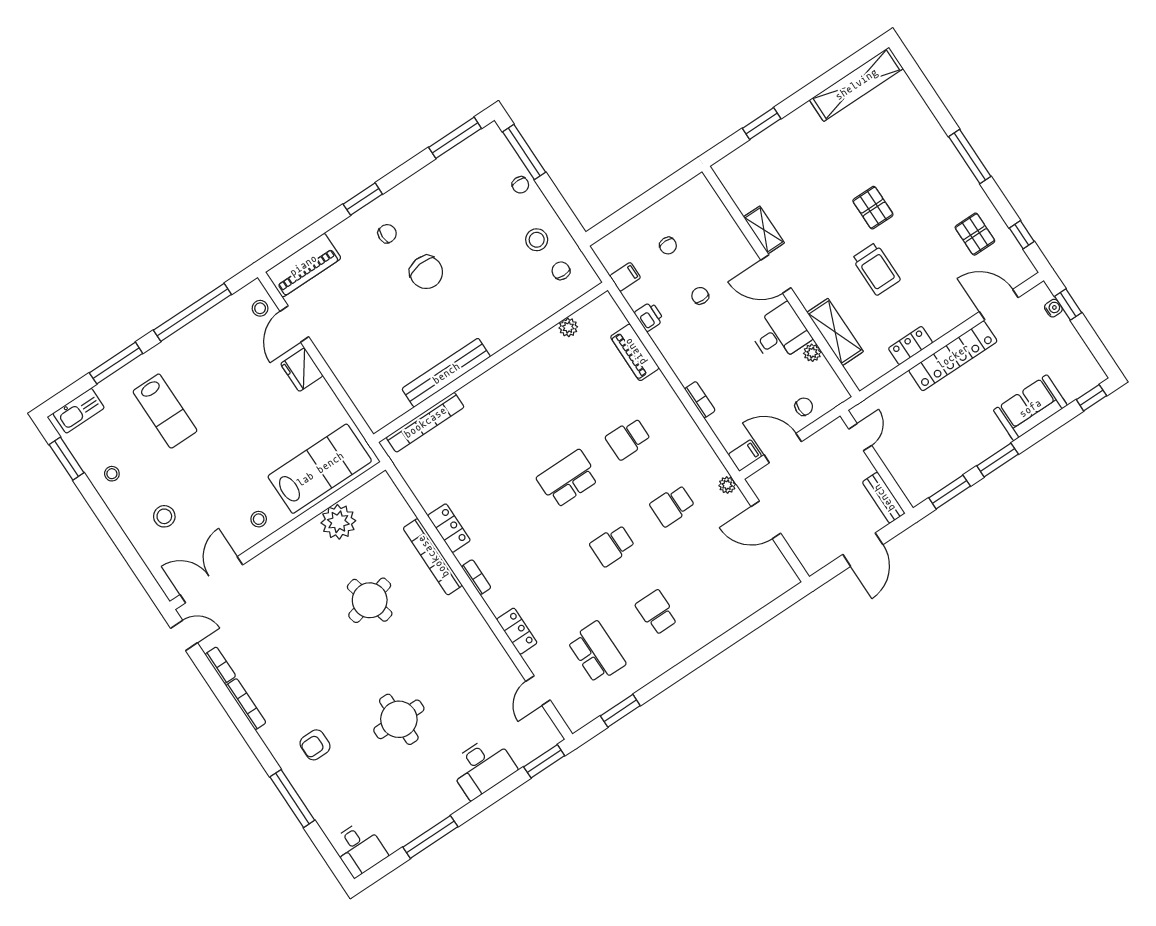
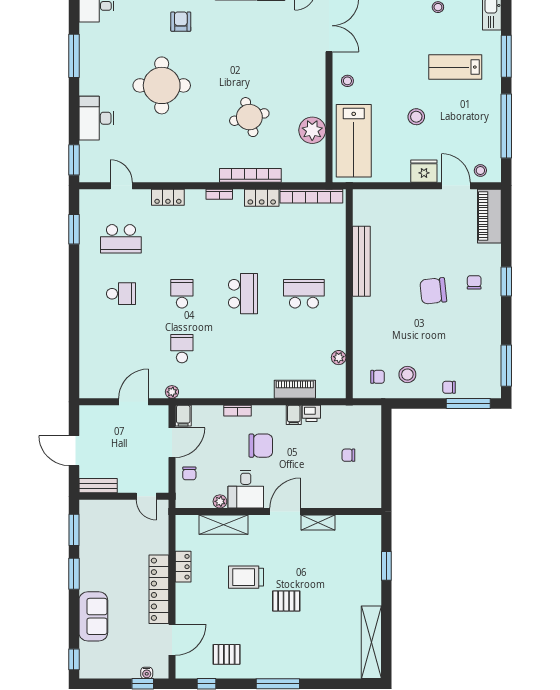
chair: (387, 234) -> (474, 282), turned 180
filing cabinet: (625, 277) -> (294, 415), moved
chair: (700, 296) -> (261, 446), moved, width x1.87, depth x1.87
bookcase: (425, 422) -> (311, 196), moved, turned -90
school desk: (628, 439) -> (304, 294), moved, width x1.85
stool: (164, 516) -> (416, 117), moved
round table: (399, 719) -> (162, 85), width x1.36, depth x1.36

